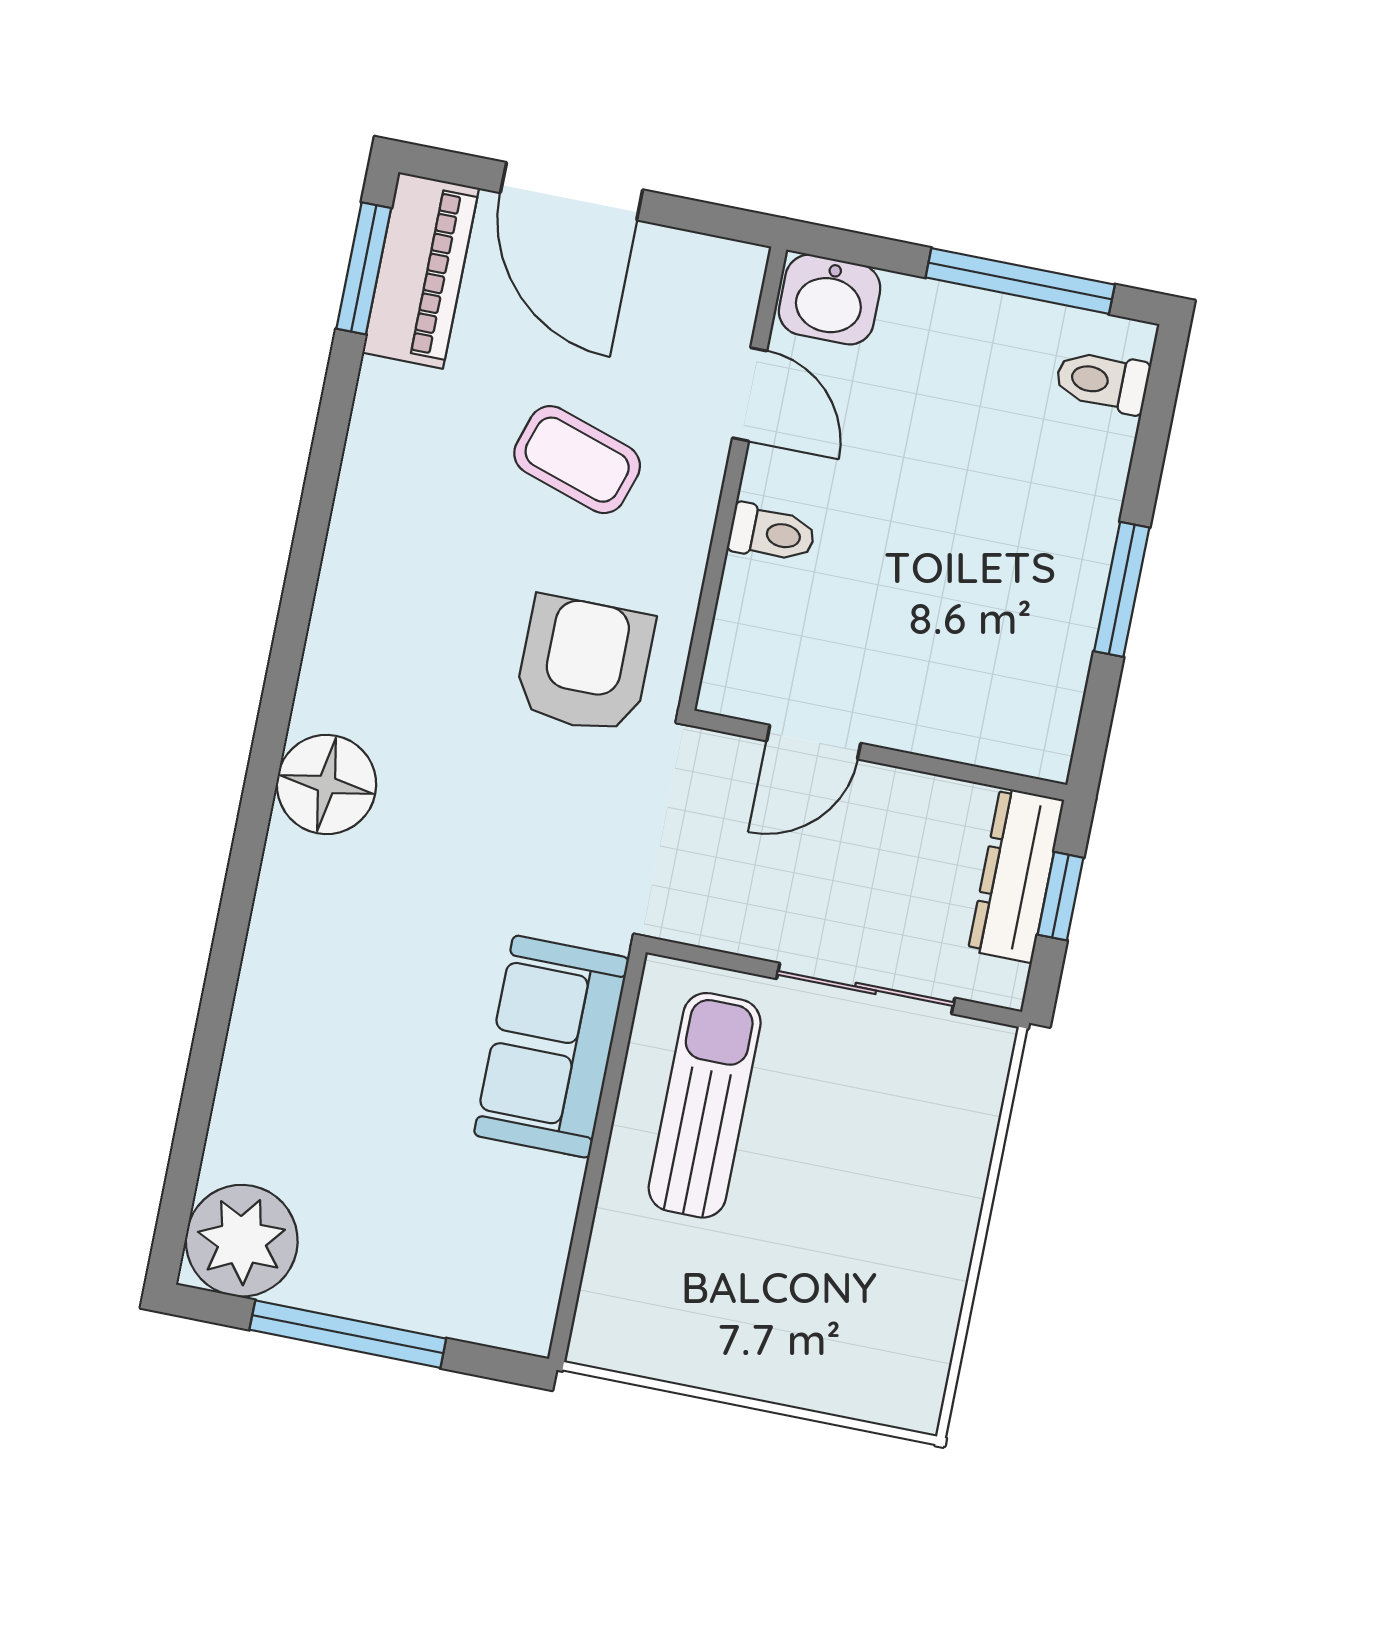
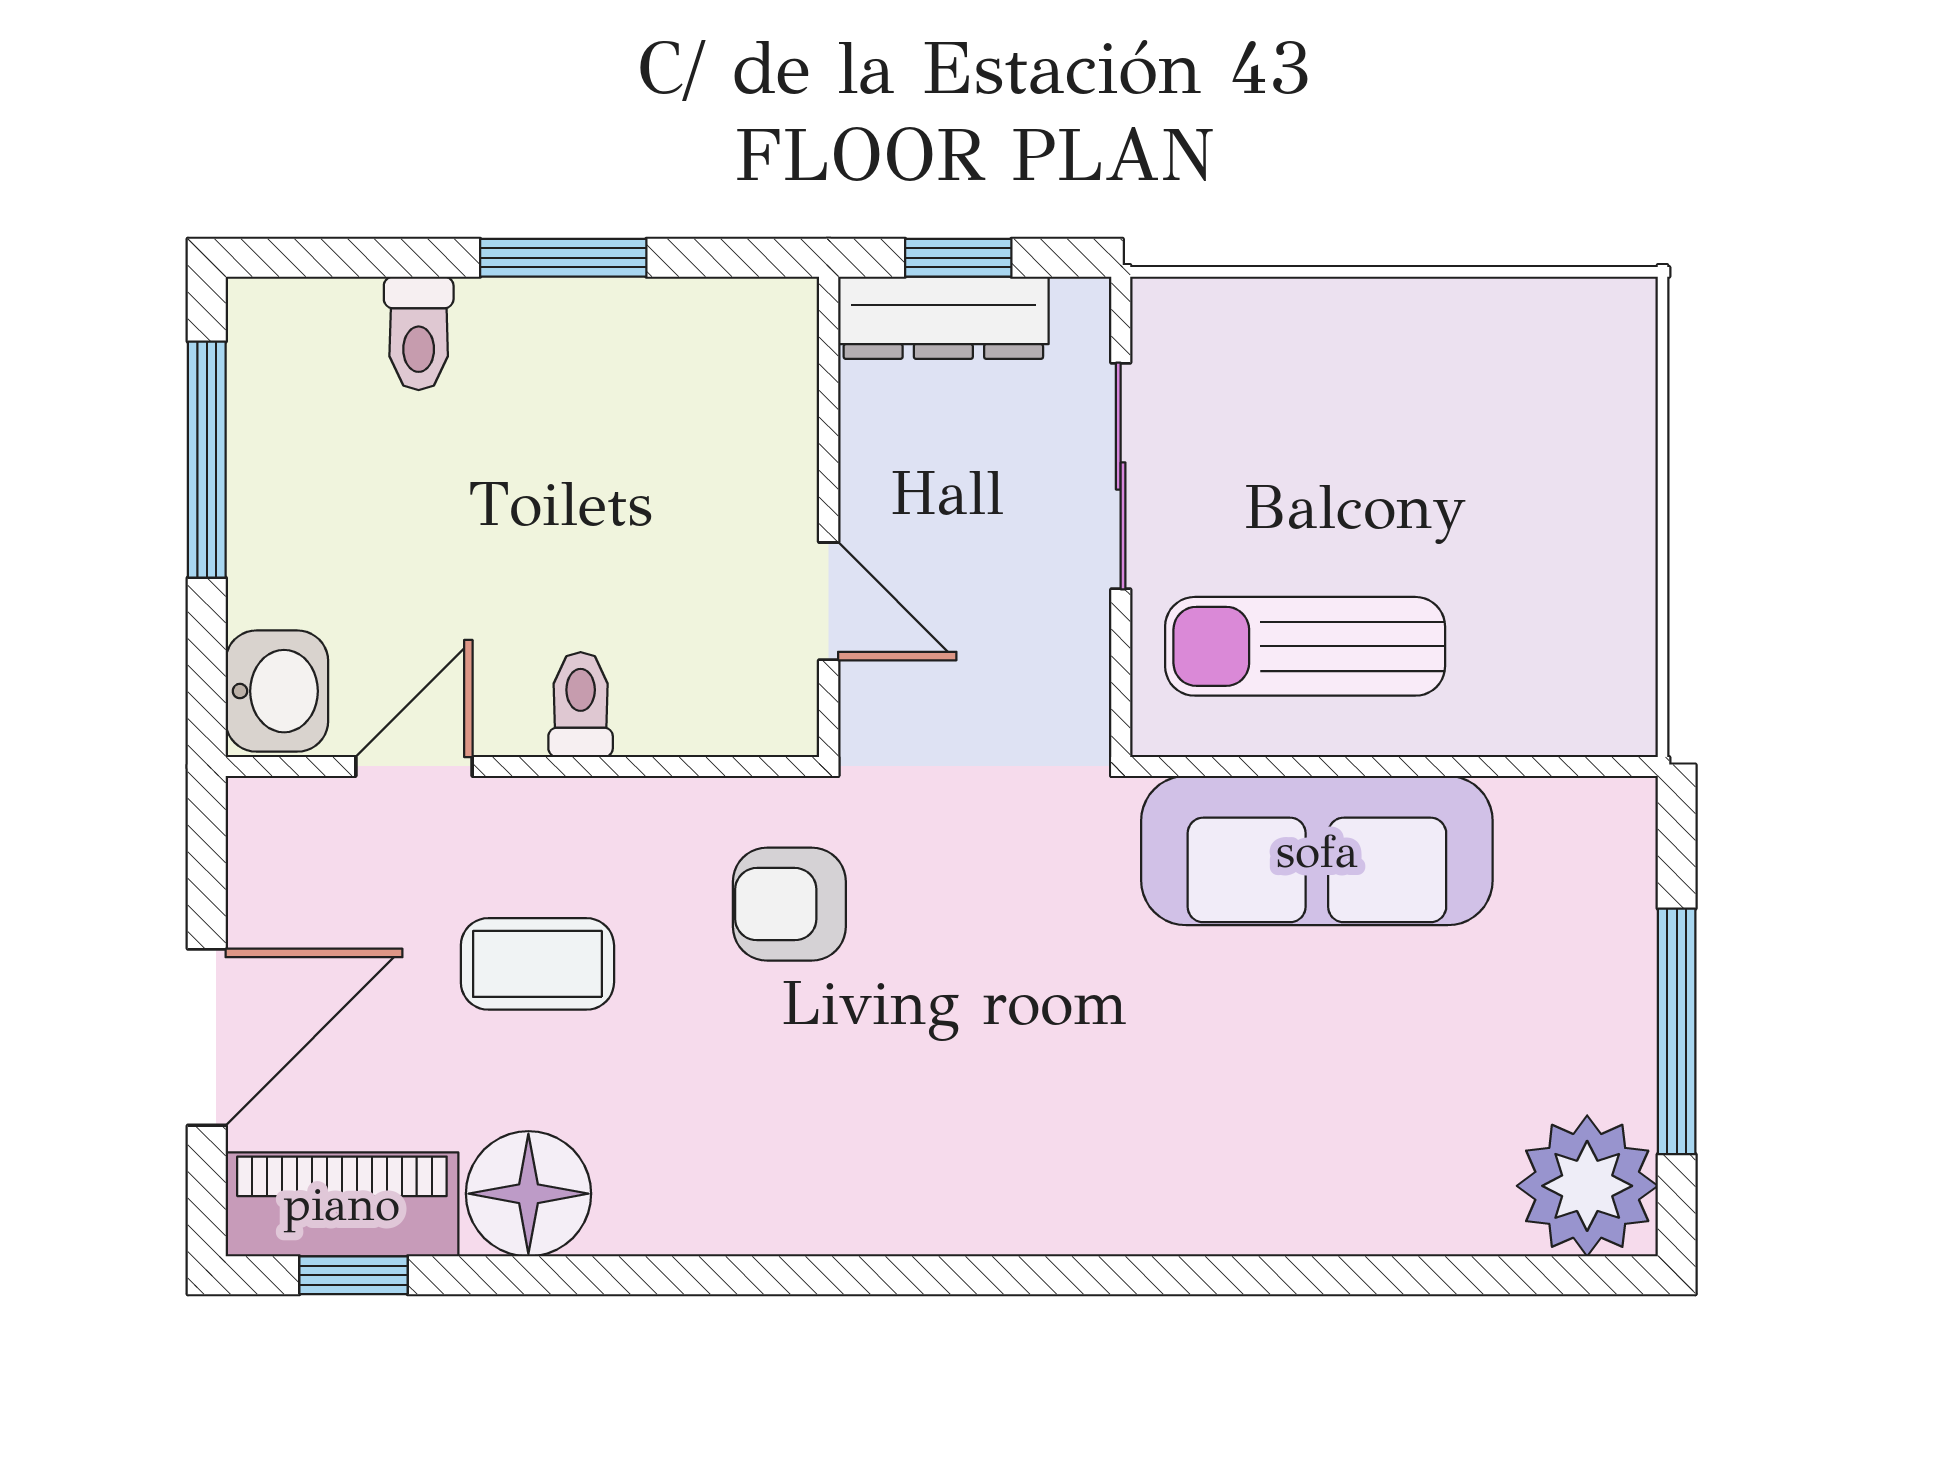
window: (364, 268) -> (354, 1275), width x0.67
toilet: (1102, 381) -> (419, 333), moved
coffee table: (577, 460) -> (537, 964), turned 72
armchair: (584, 665) -> (789, 904), width x0.72, depth x0.72
floor lamp: (326, 784) -> (528, 1194), moved
sofa: (551, 1047) -> (1317, 851), width x1.36

